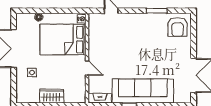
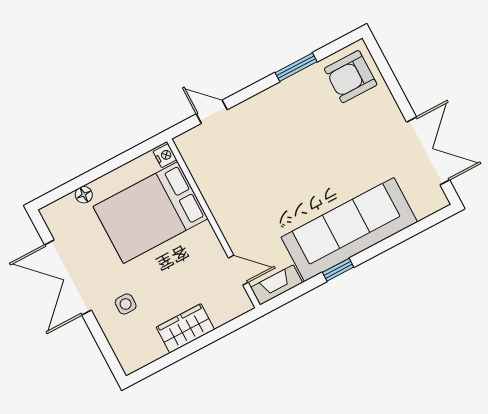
armchair: (178, 27) -> (351, 77), turned 90
door: (87, 68) -> (238, 270), moved

